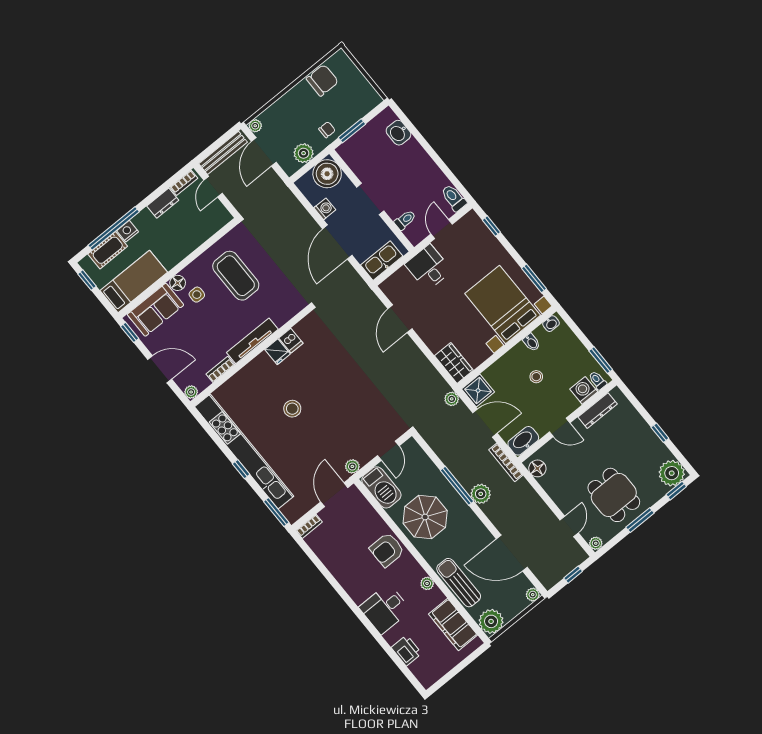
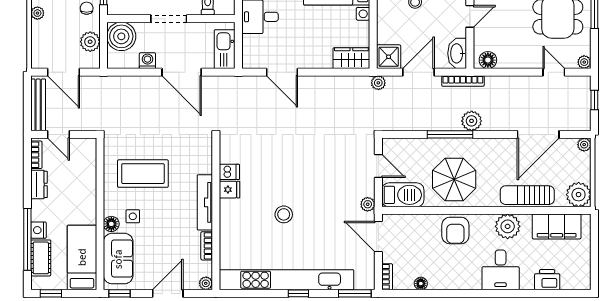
plant: (255, 126) -> (37, 13), moved
floor lamp: (325, 556) -> (421, 284), added
plant: (427, 583) -> (508, 226), width x1.88, depth x1.88

